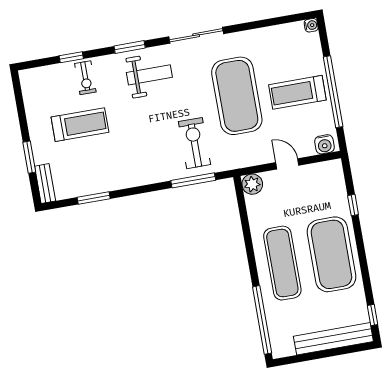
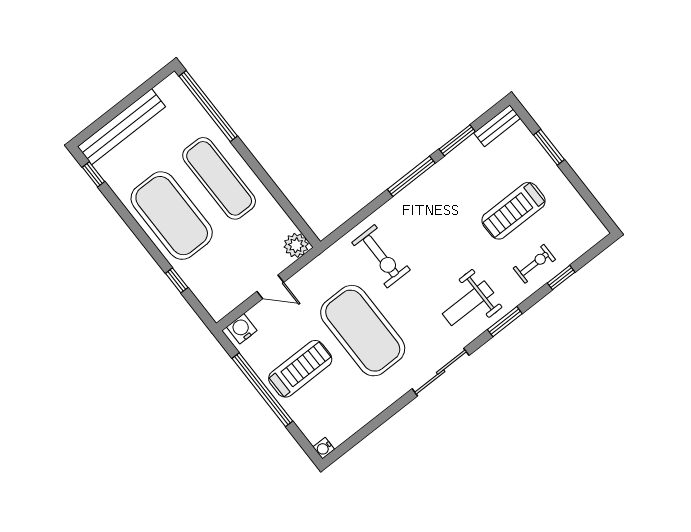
exercise bike: (85, 78) -> (534, 264), turned 90
window: (193, 180) -> (411, 176), moved
bench: (45, 184) -> (497, 126), moved, turned 90

